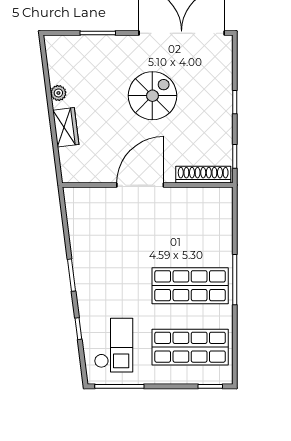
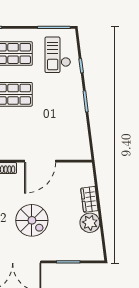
plant: (58, 93) -> (90, 223), width x1.87, depth x1.87
spiral stairs: (152, 96) -> (32, 220), turned -90

